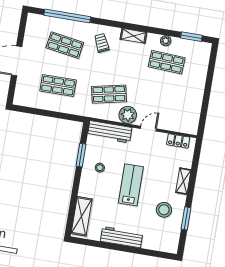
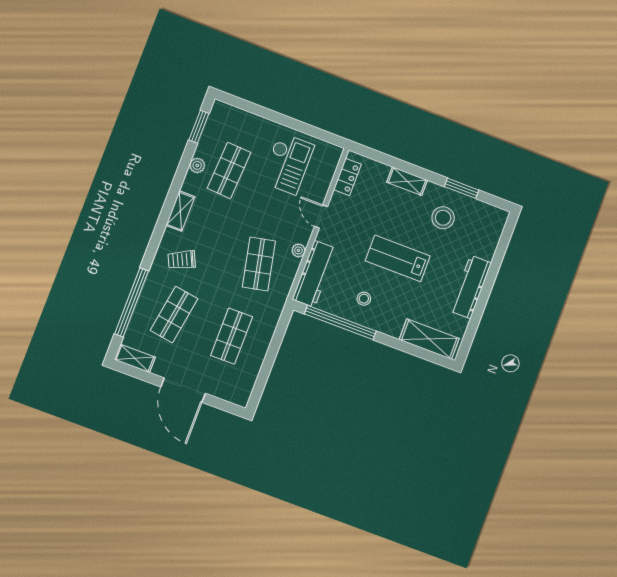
shelving: (31, 26) -> (135, 358), added
checkout: (179, 100) -> (288, 164), added
plant: (128, 115) -> (298, 250), width x0.53, depth x0.53
window: (81, 155) -> (340, 322), width x2.11

